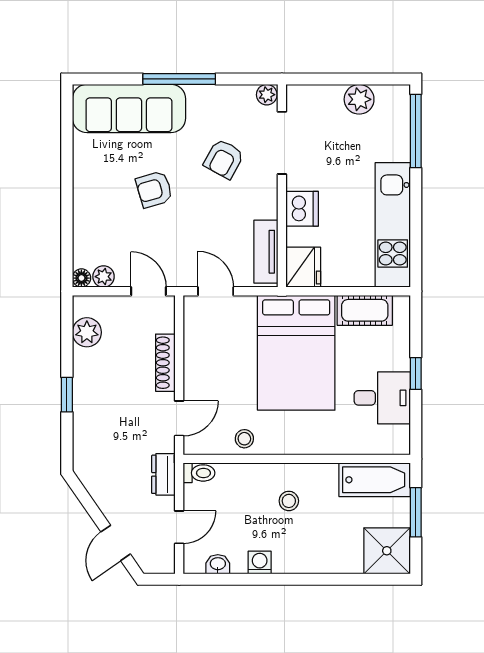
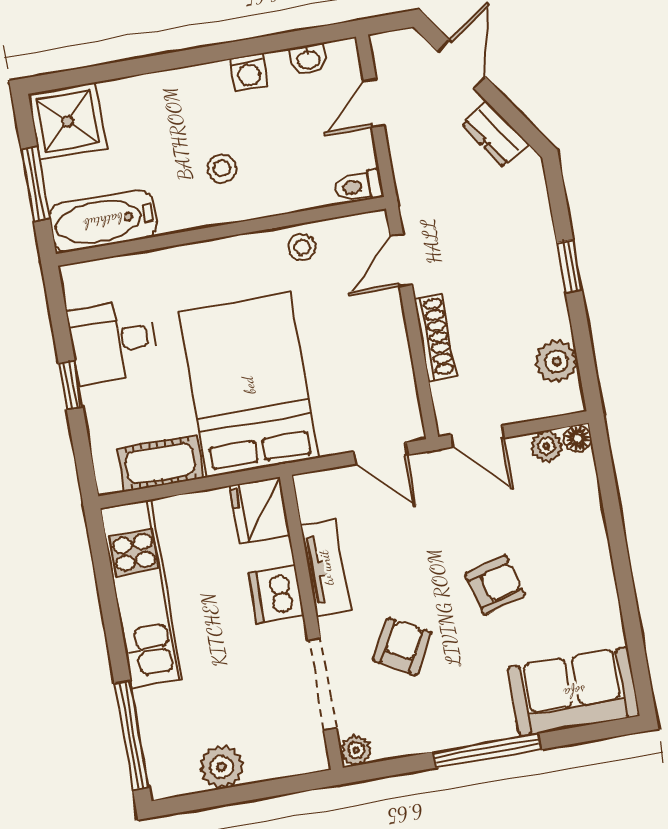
sofa: (129, 108) -> (574, 692), width x0.73
tv unit: (266, 252) -> (326, 568), moved
dresser: (163, 474) -> (495, 134), moved, turned 145

